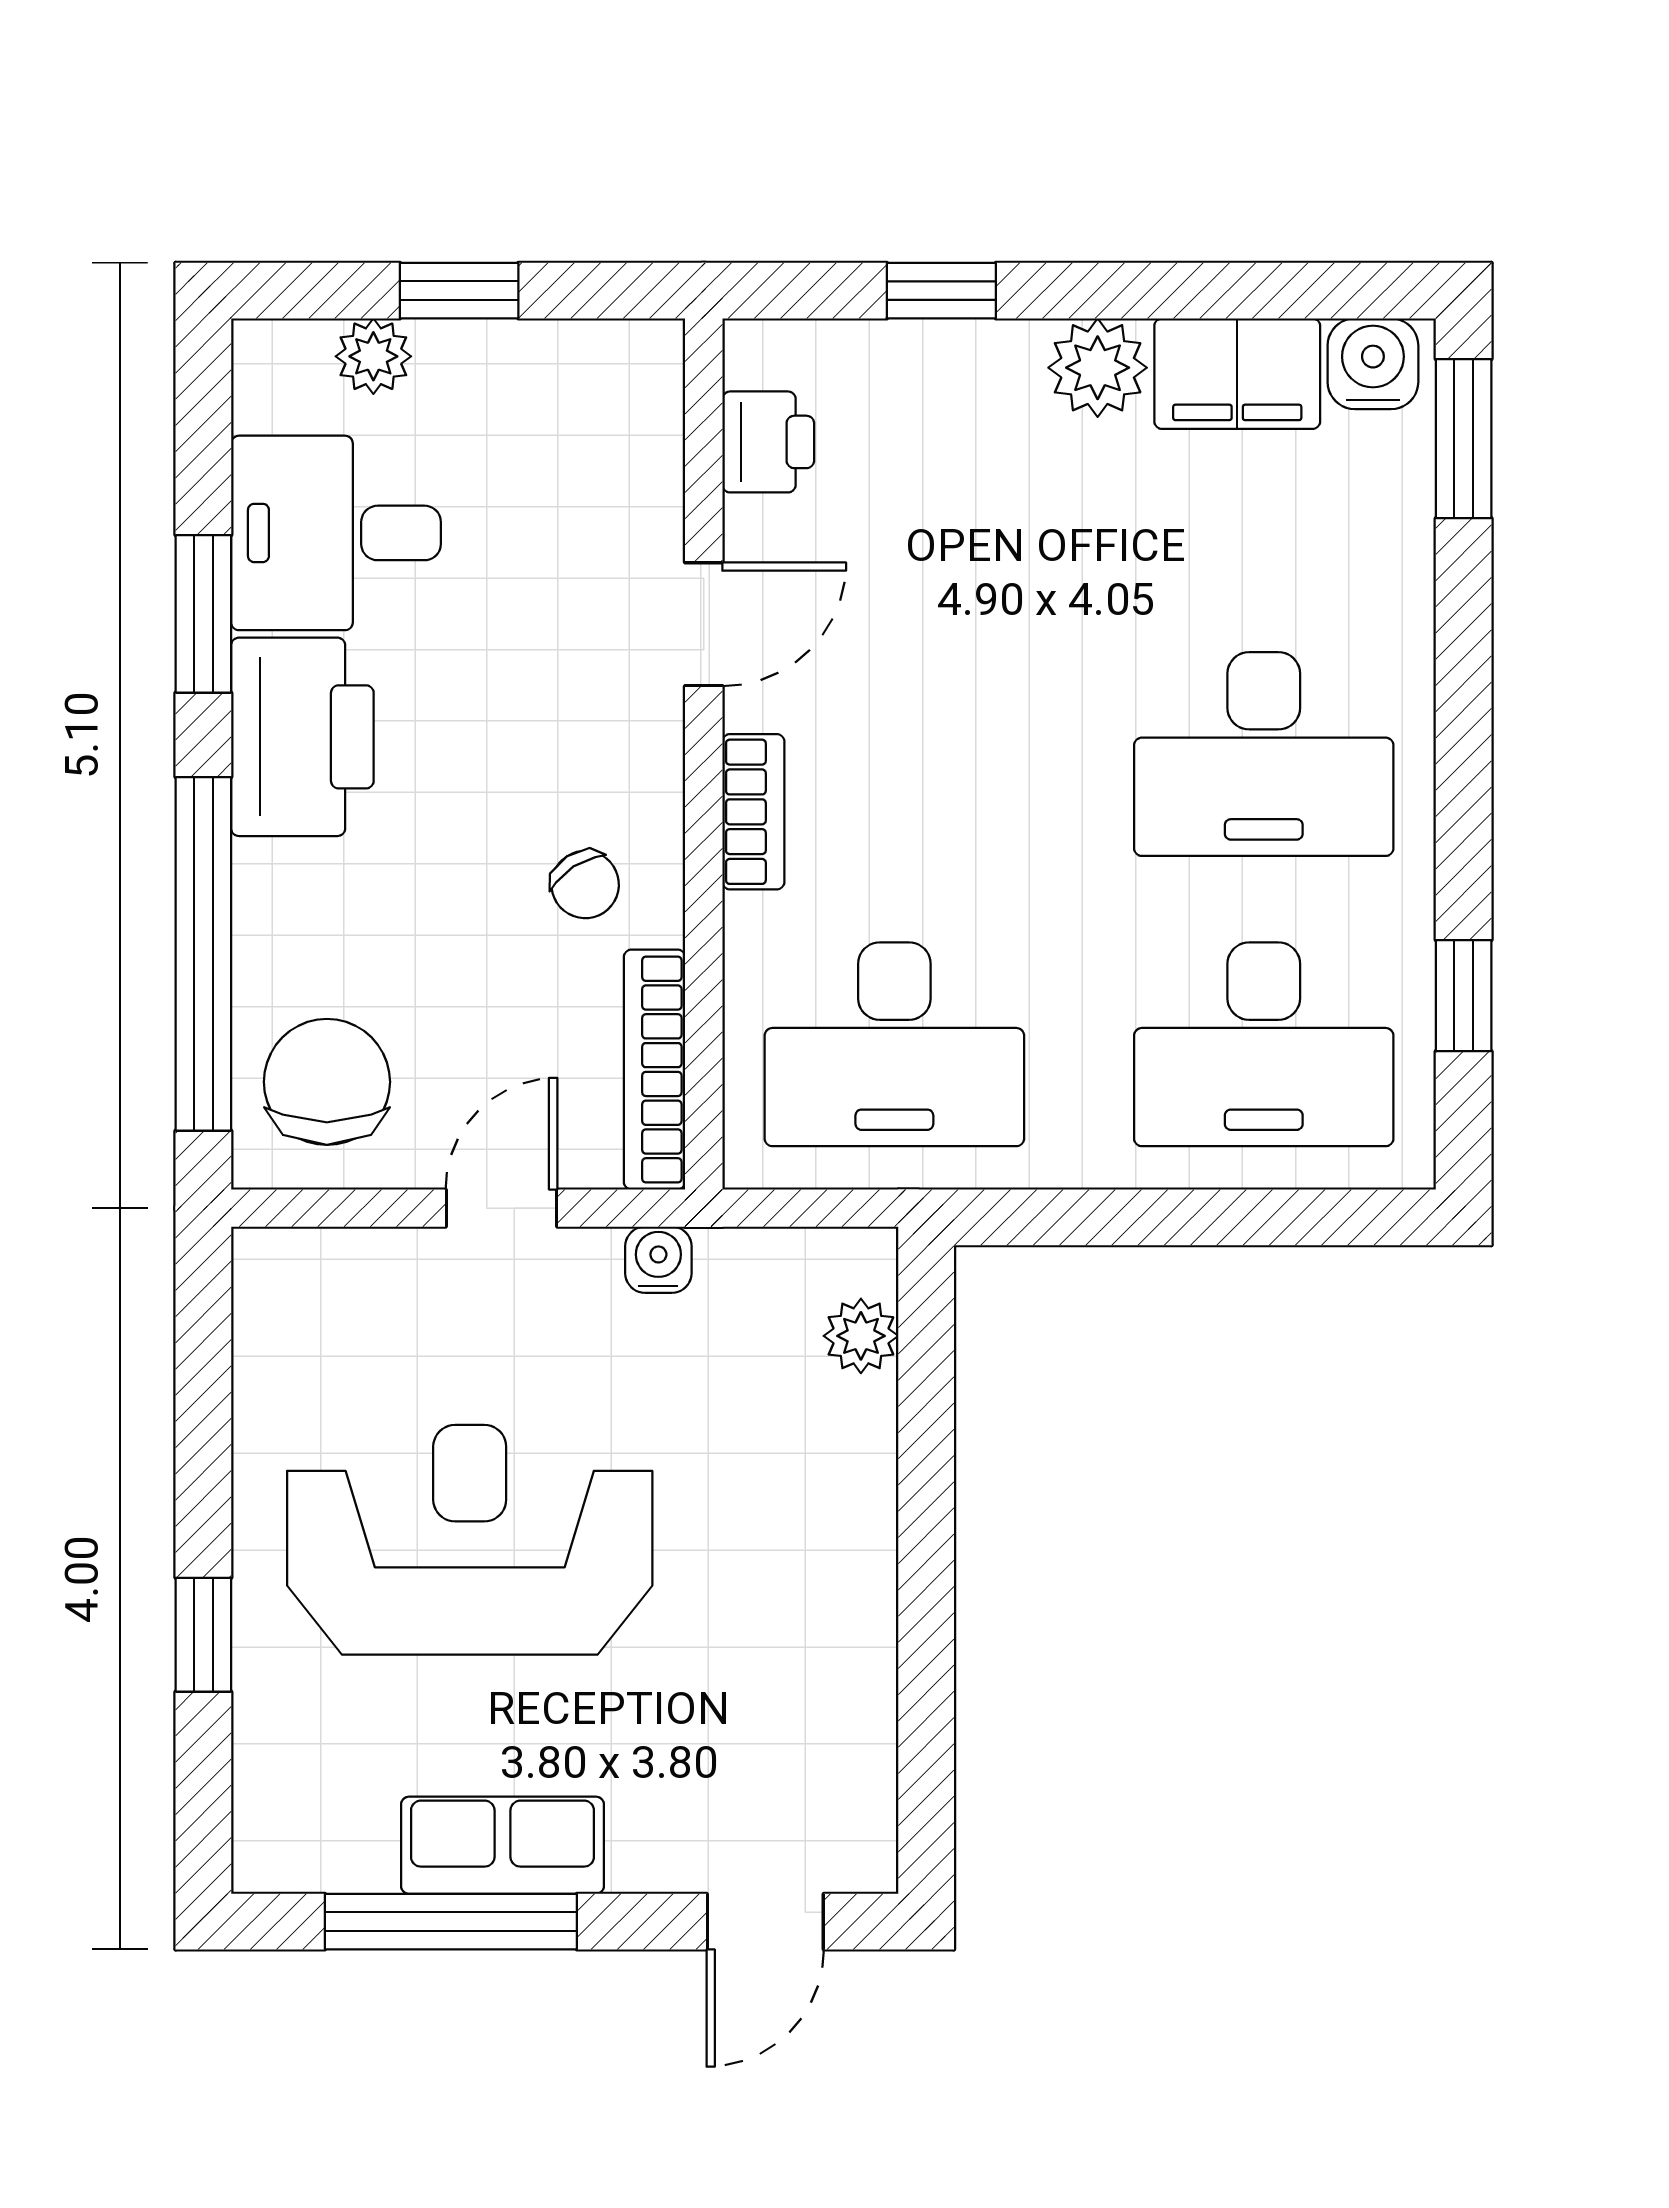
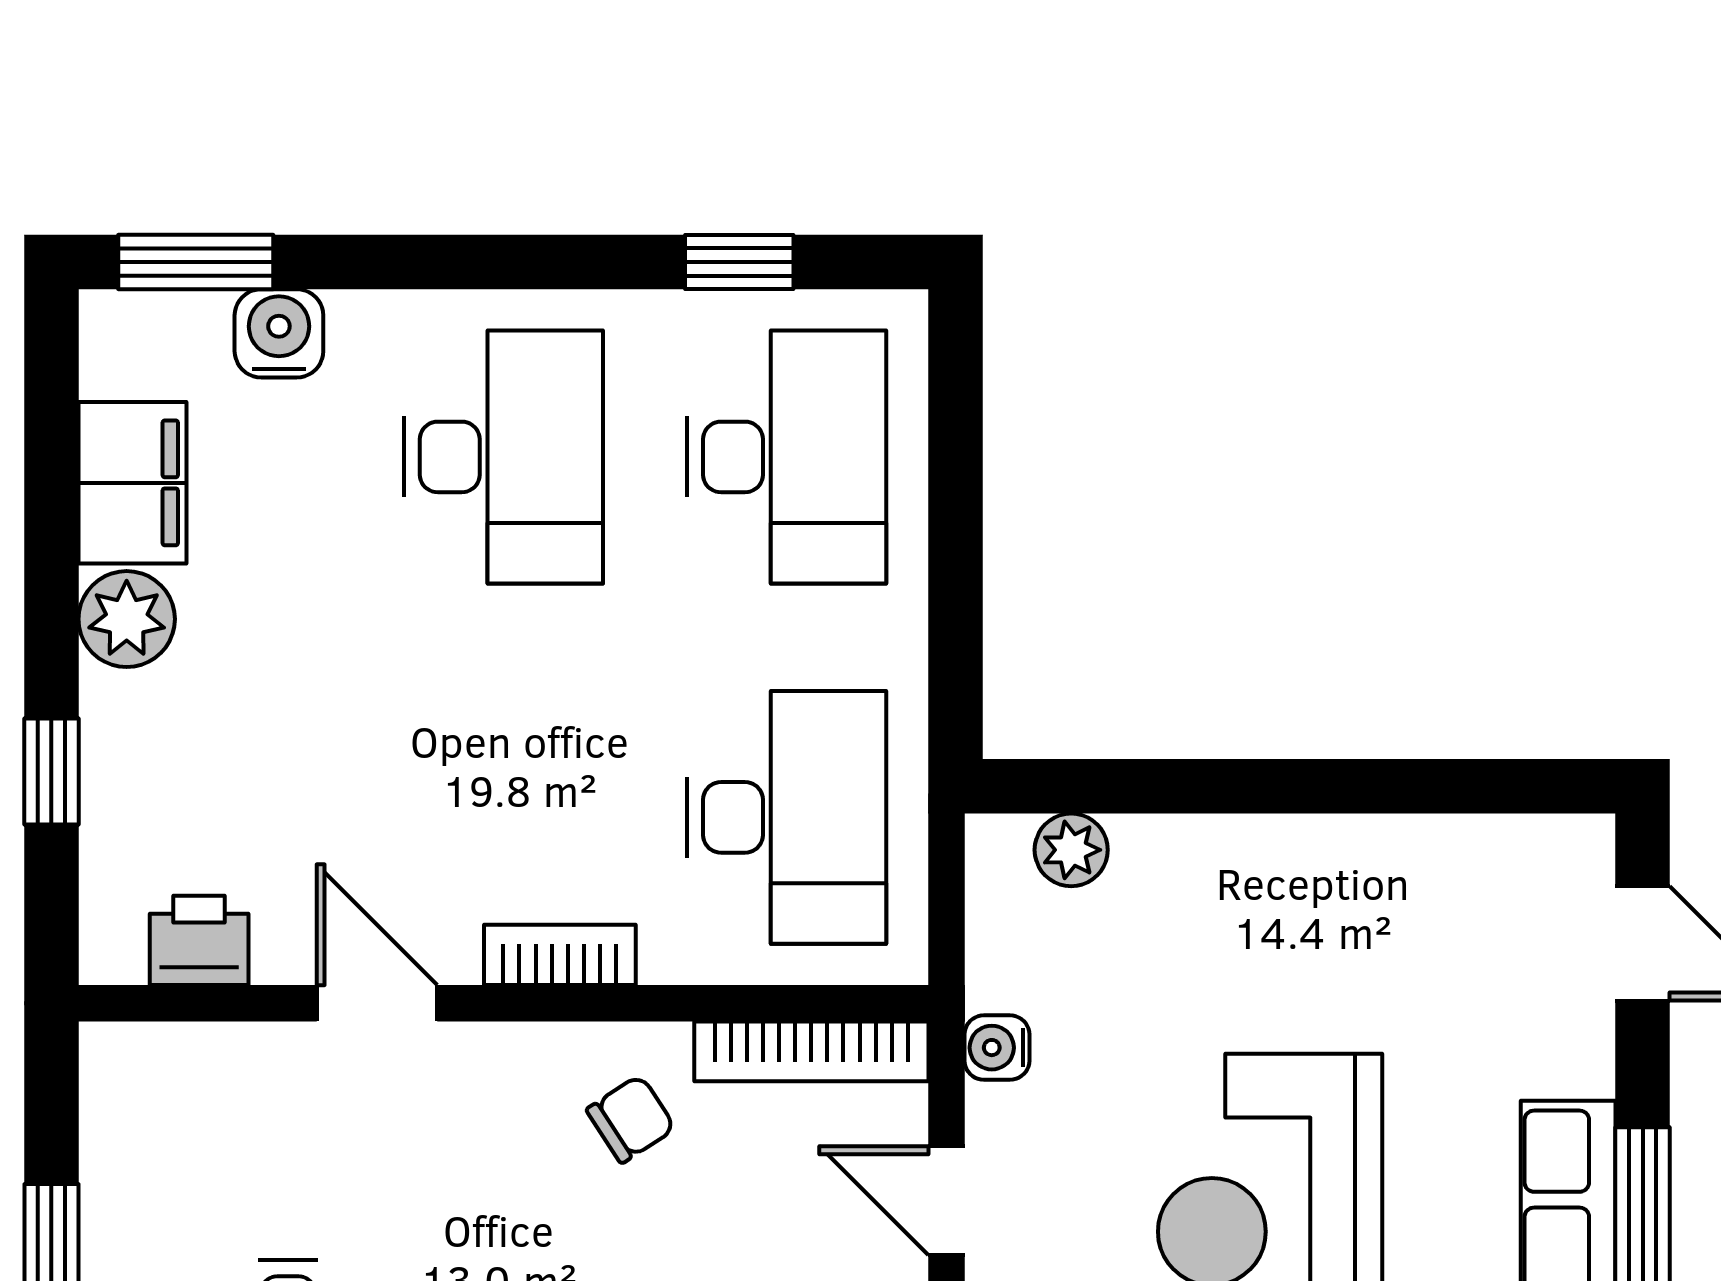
water cooler: (1373, 364) -> (279, 333), moved, turned 90

